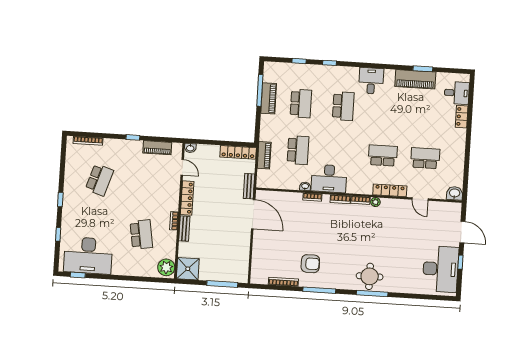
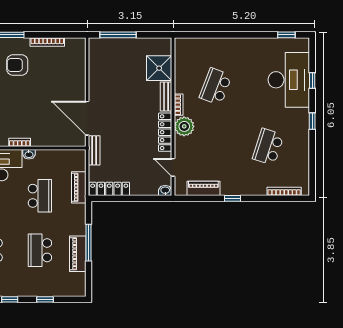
window: (260, 90) -> (88, 243), moved
school desk: (298, 150) -> (40, 196), turned 180
school desk: (141, 234) -> (216, 87), turned 30
desk: (88, 256) -> (289, 80), moved, turned 90
plant: (166, 267) -> (184, 126), moved
shower: (188, 269) -> (159, 68), moved

